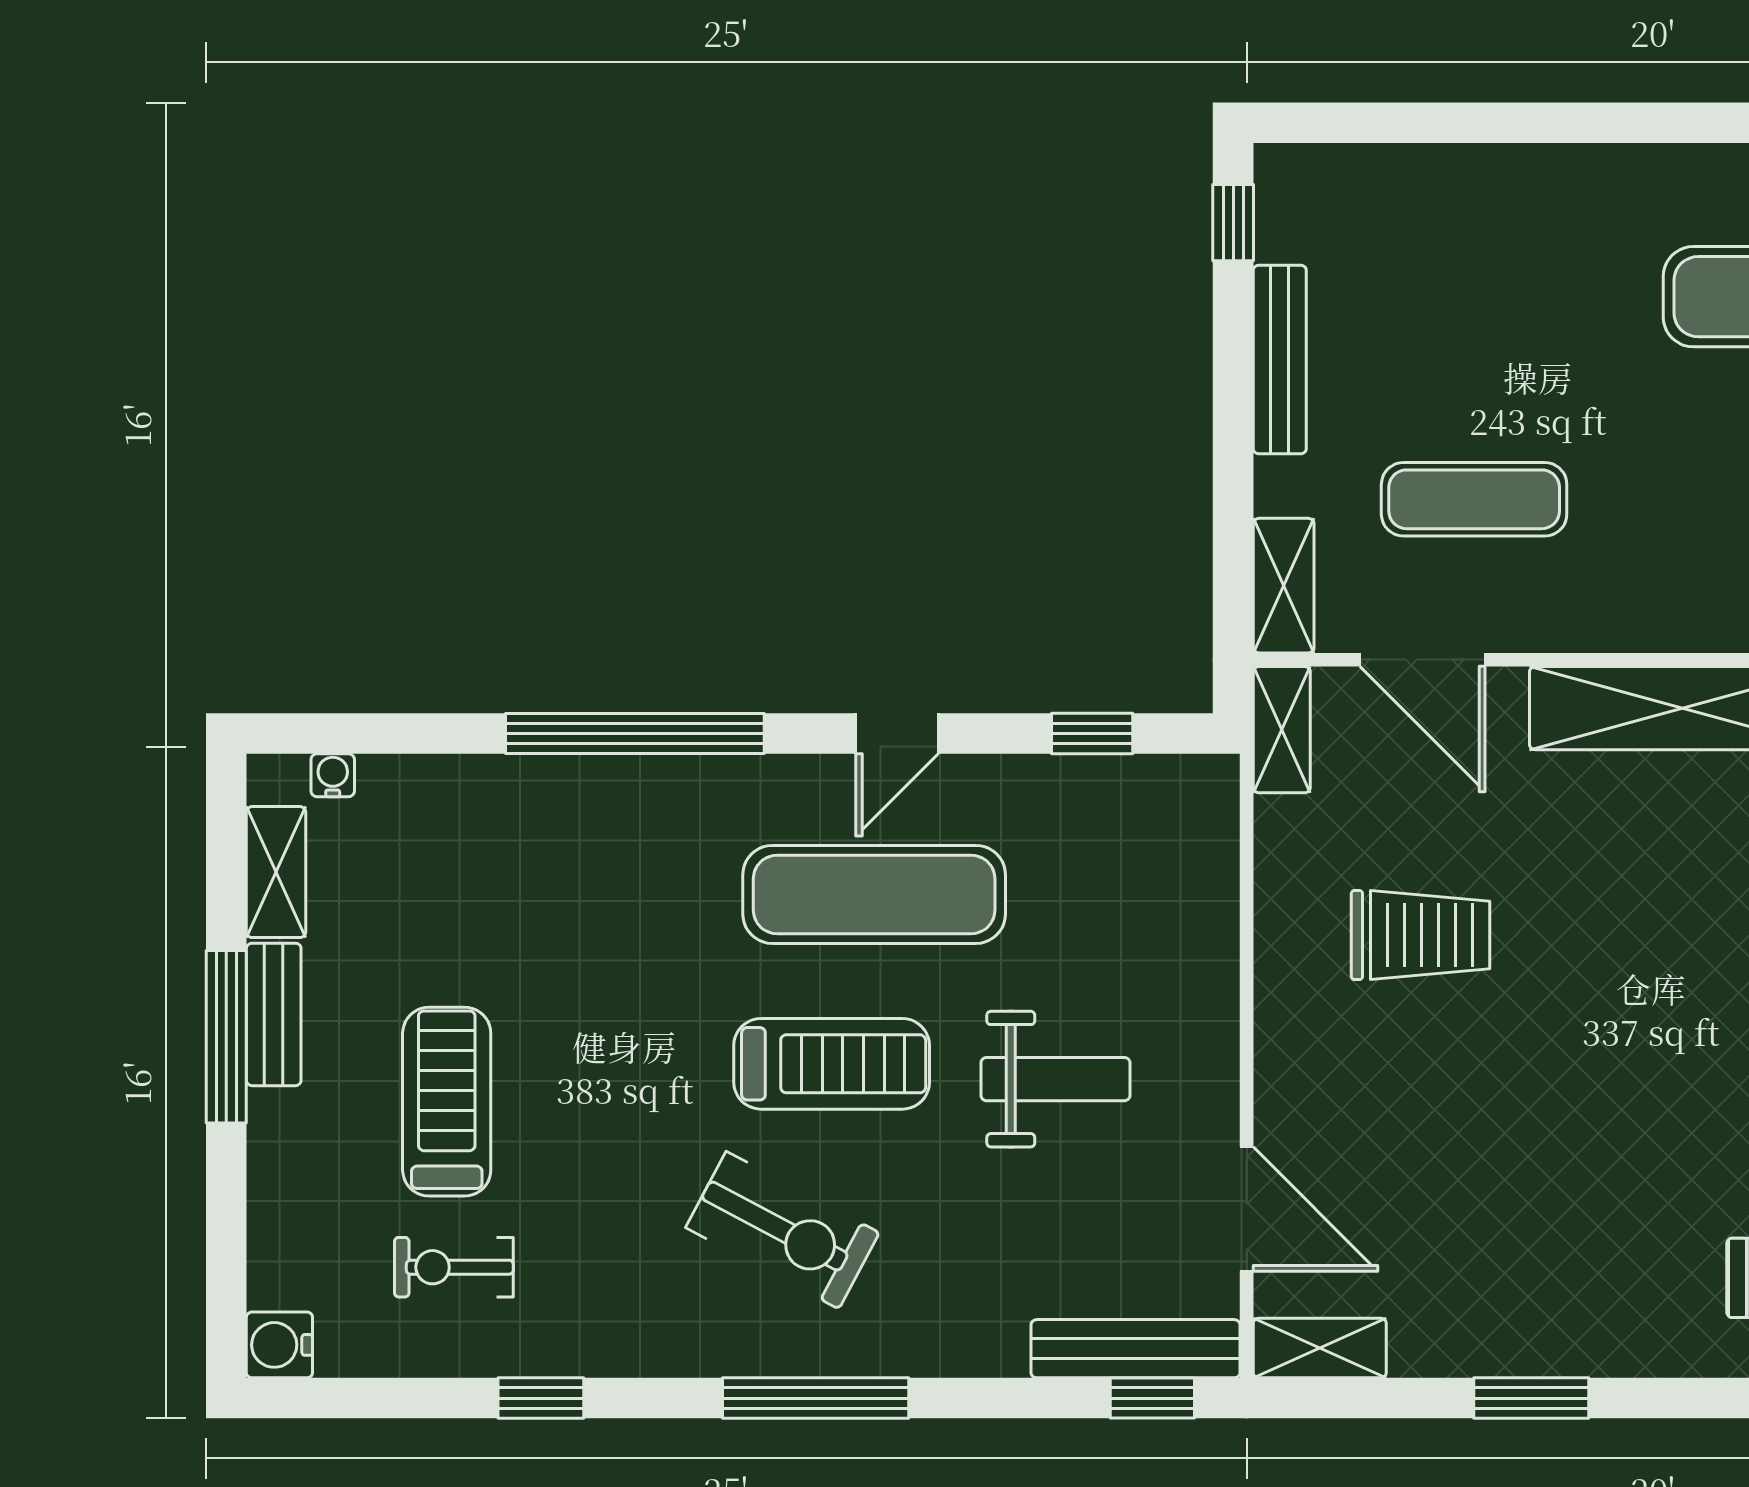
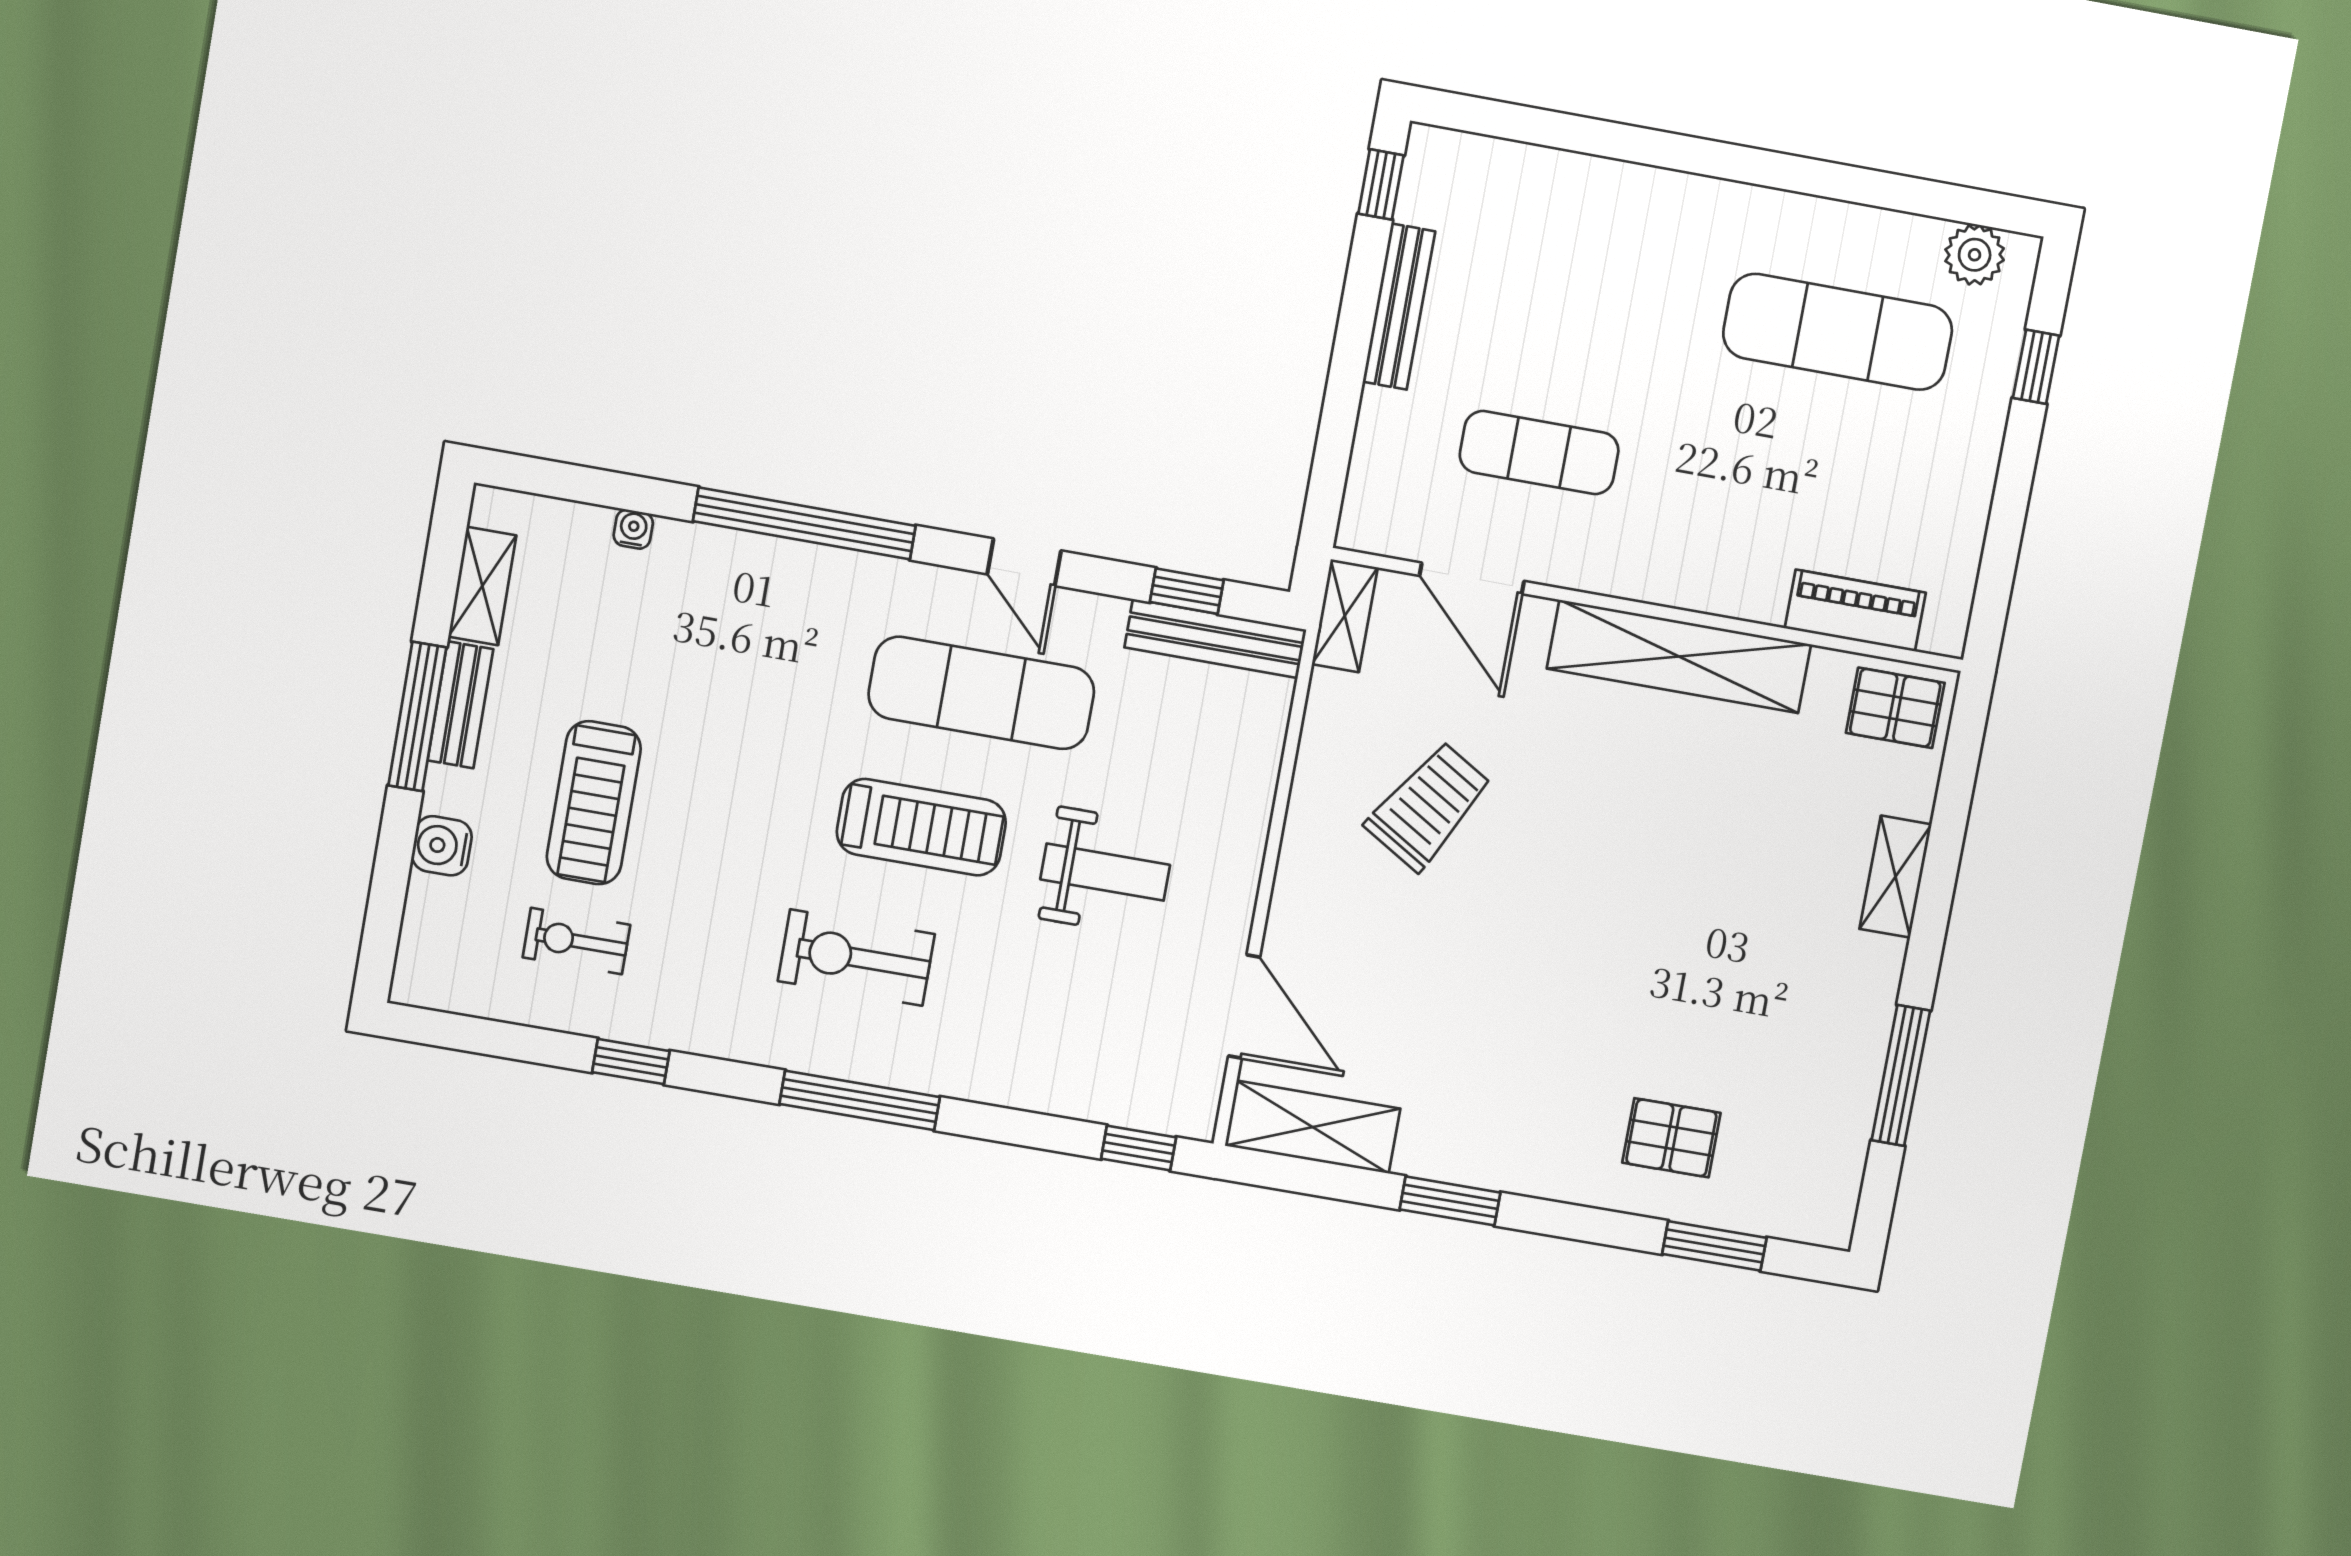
shelving: (1284, 586) -> (1368, 496), removed
door: (897, 734) -> (1024, 562), hinge flipped
water cooler: (333, 775) -> (633, 529), moved
trolley: (1420, 935) -> (1429, 806), turned -59
treadmill: (447, 1102) -> (594, 803), turned 180
exercise bike: (783, 1230) -> (856, 958), turned 152
water cooler: (279, 1345) -> (442, 846), moved
shelving: (1320, 1348) -> (1313, 1127), width x1.50, depth x1.33
bench: (1135, 1349) -> (1215, 639), moved

